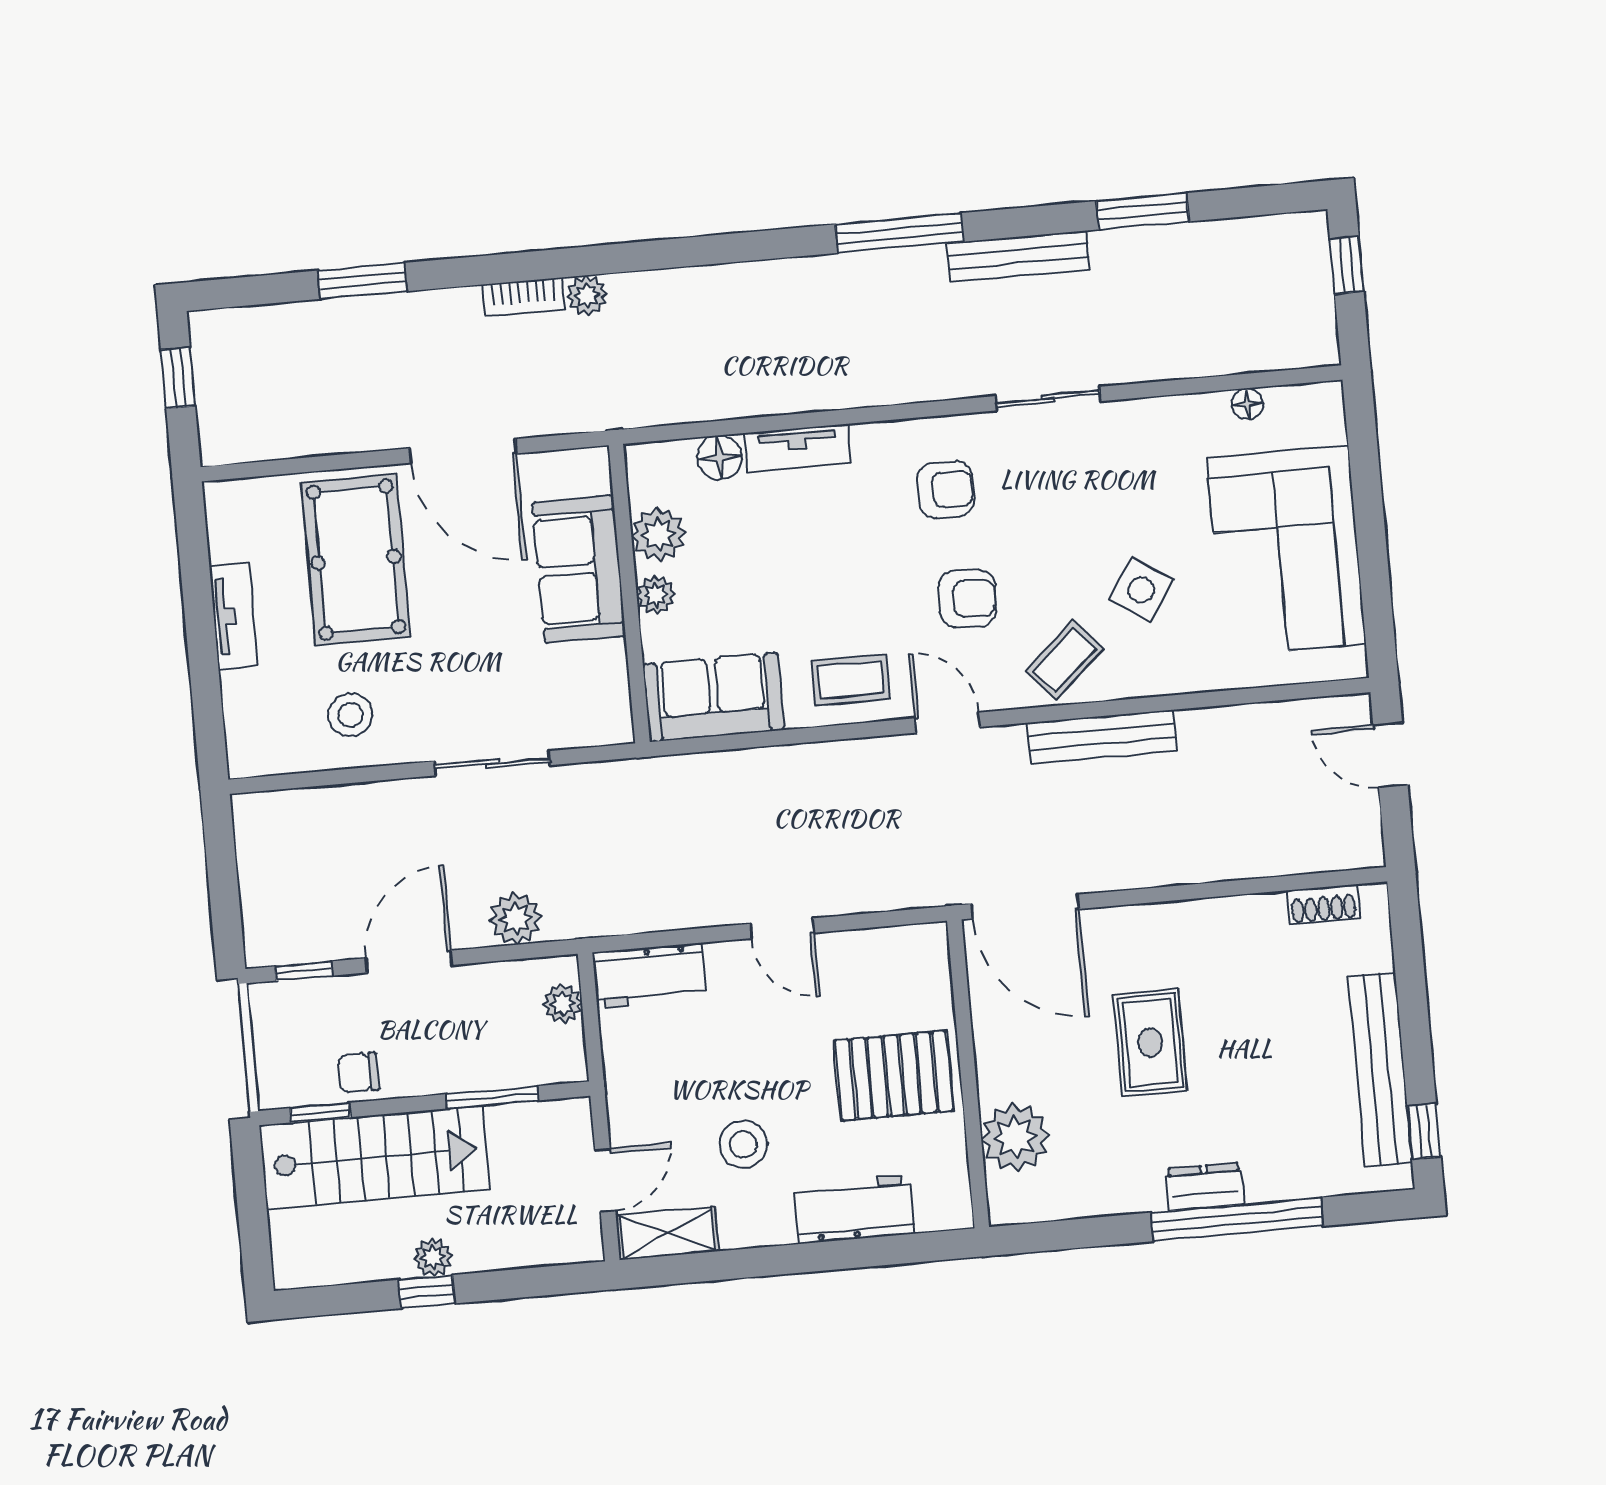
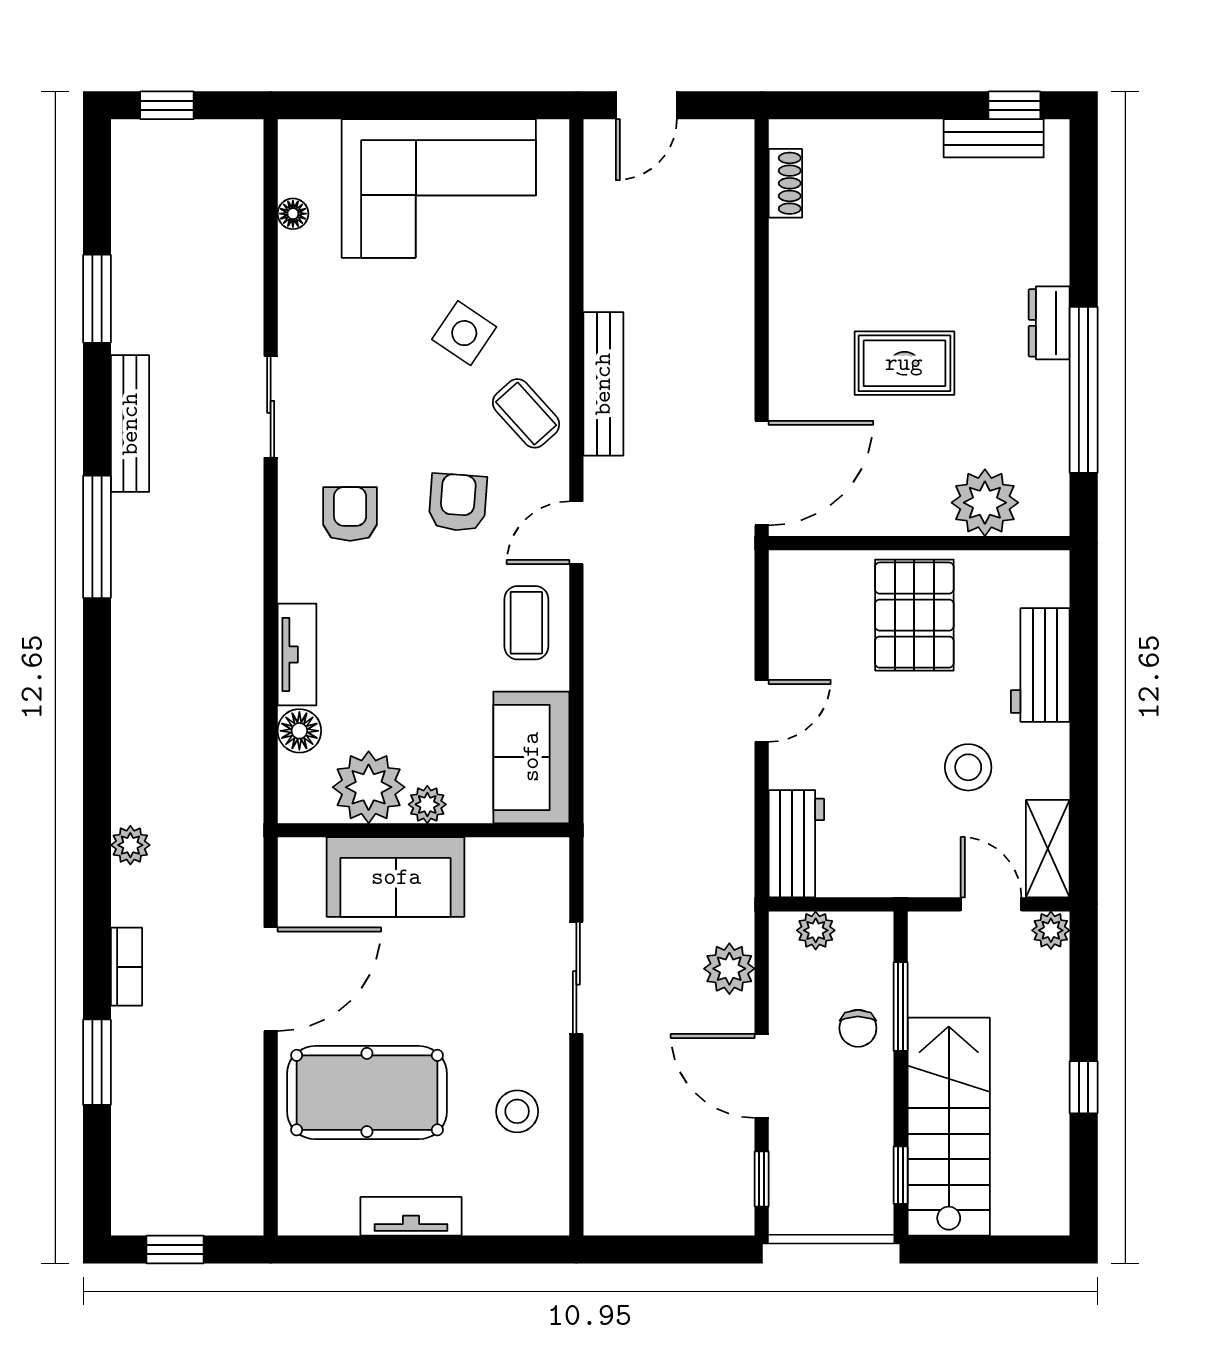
bookcase: (523, 297) -> (126, 967), moved
plant: (658, 534) -> (369, 787), width x1.36, depth x1.36
bench: (1380, 1069) -> (994, 138), width x0.54, depth x0.82
chair: (358, 1073) -> (858, 1028), moved
window: (1237, 1219) -> (1084, 390), moved
plant: (433, 1257) -> (1051, 930), moved

